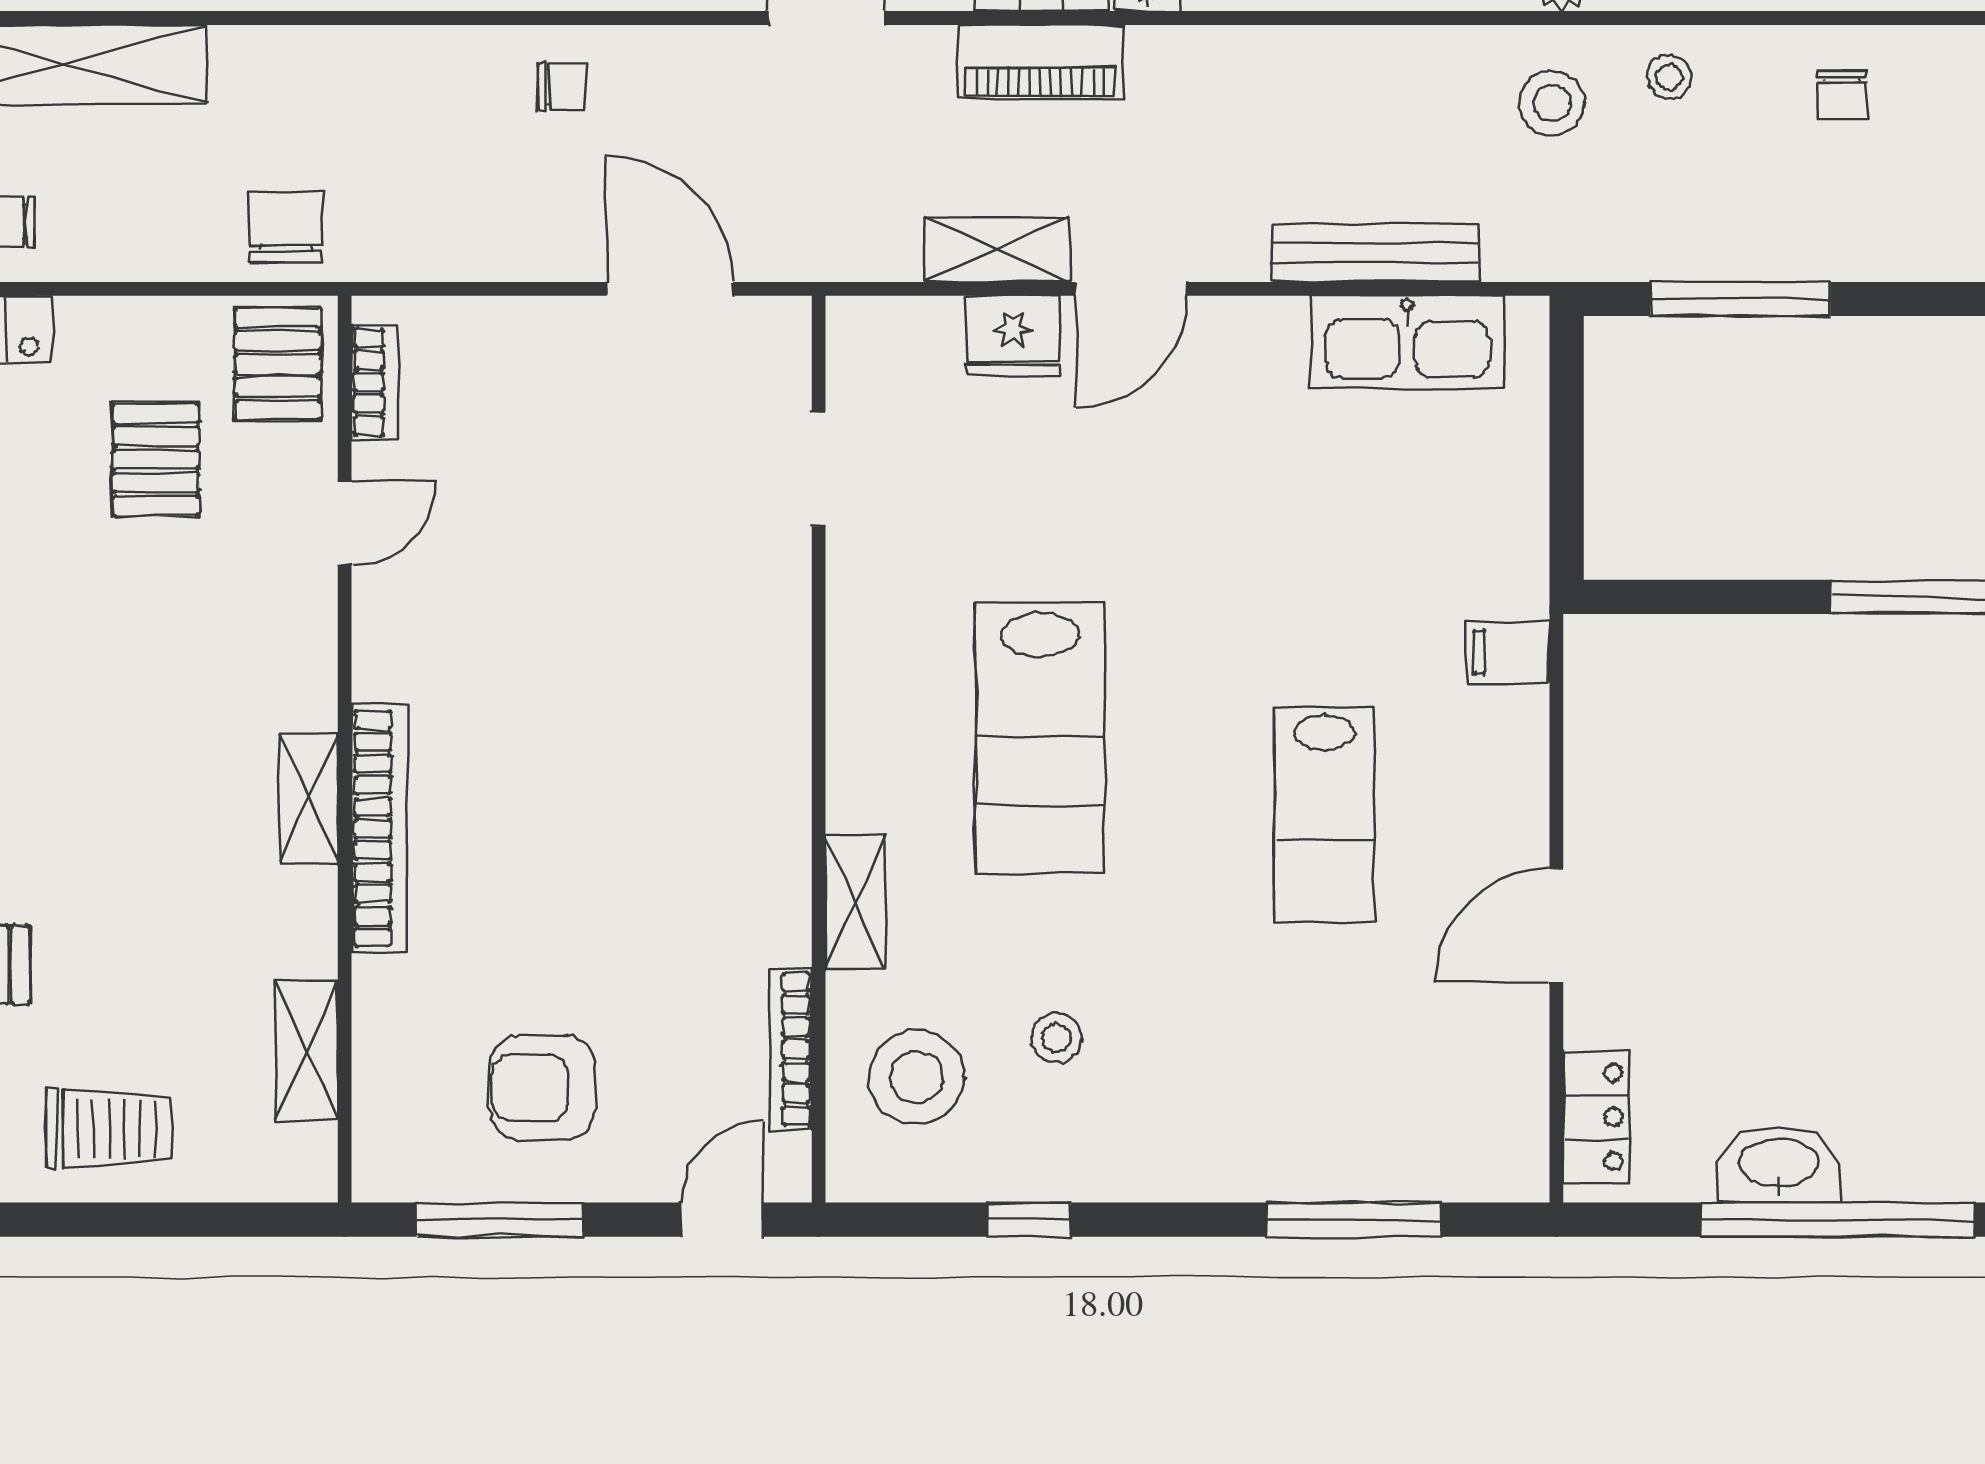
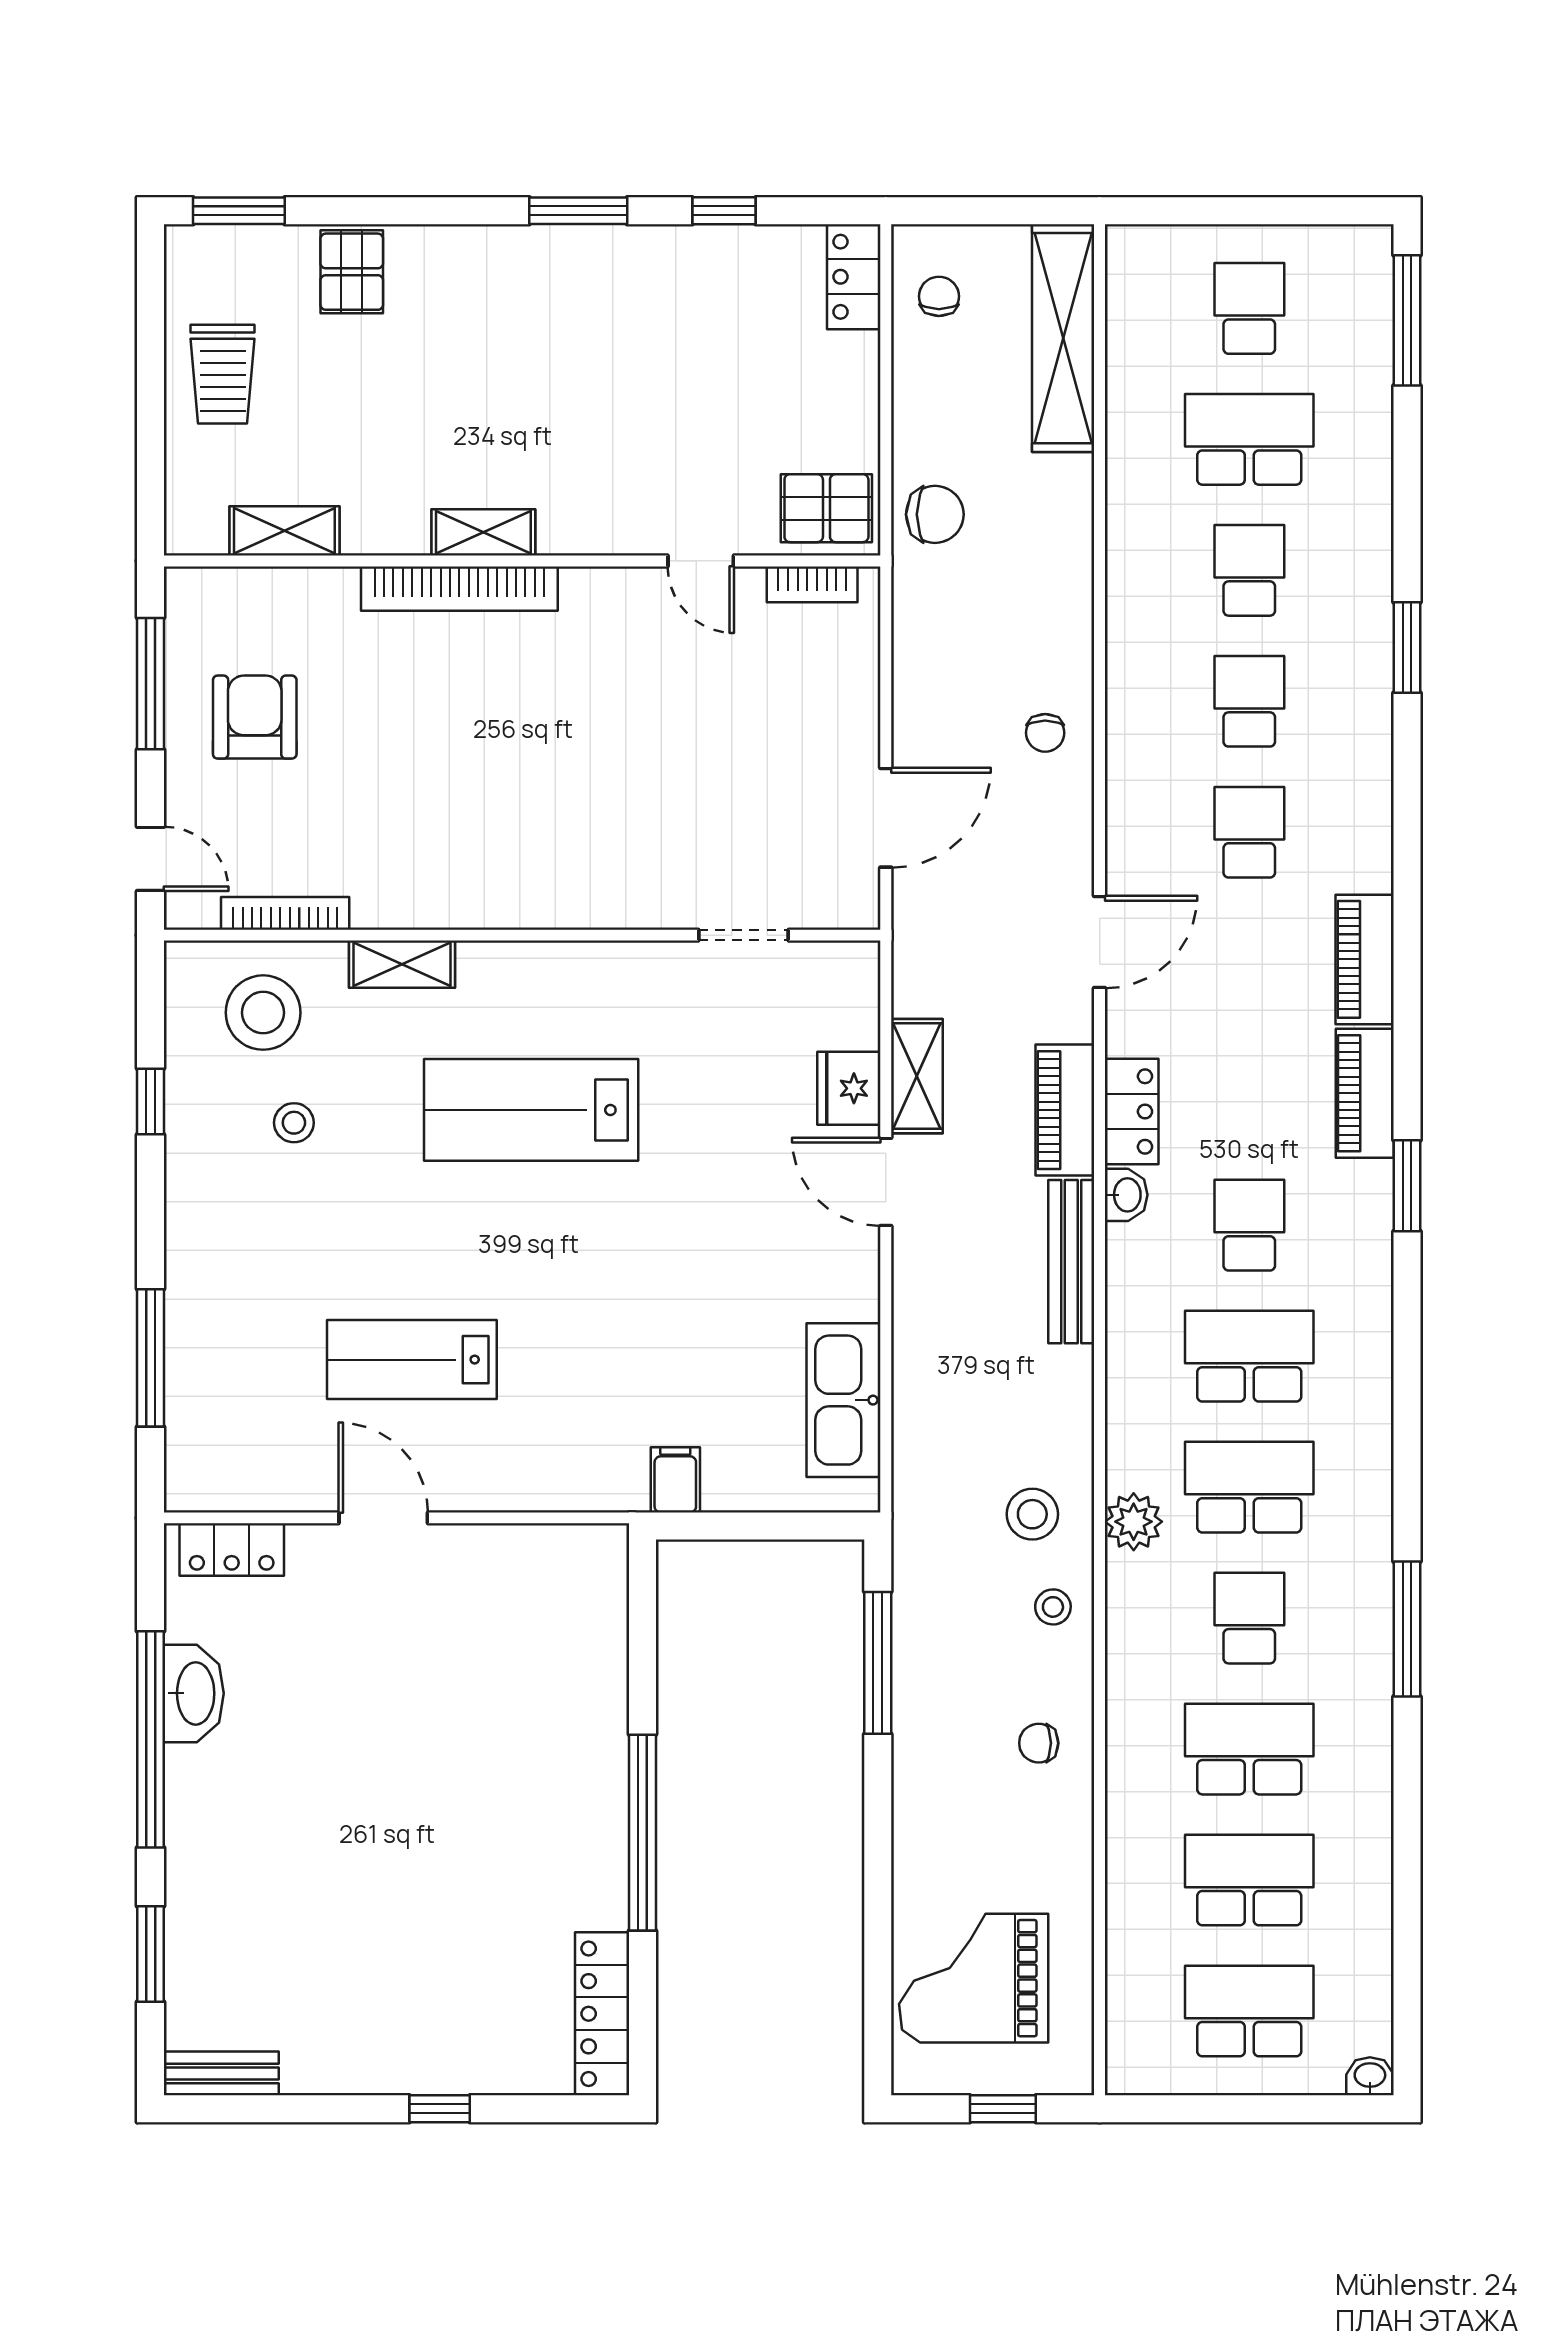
bench: (1375, 253) -> (1071, 1262), moved
pallet: (156, 460) -> (751, 412), removed
filing cabinet: (1508, 652) -> (675, 1480), moved
lab bench: (1325, 814) -> (412, 1360), moved

